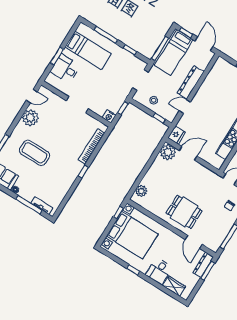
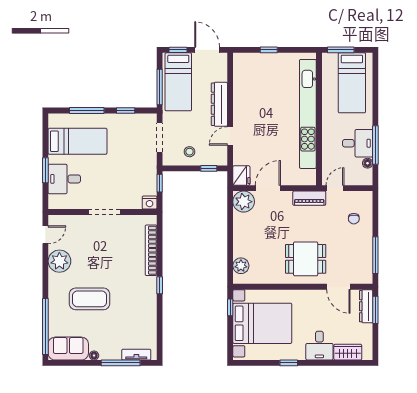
piano: (210, 176) -> (309, 198), added

